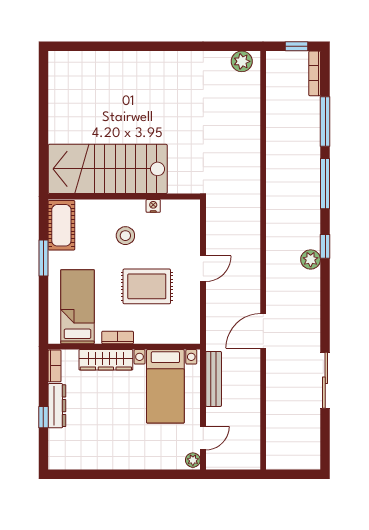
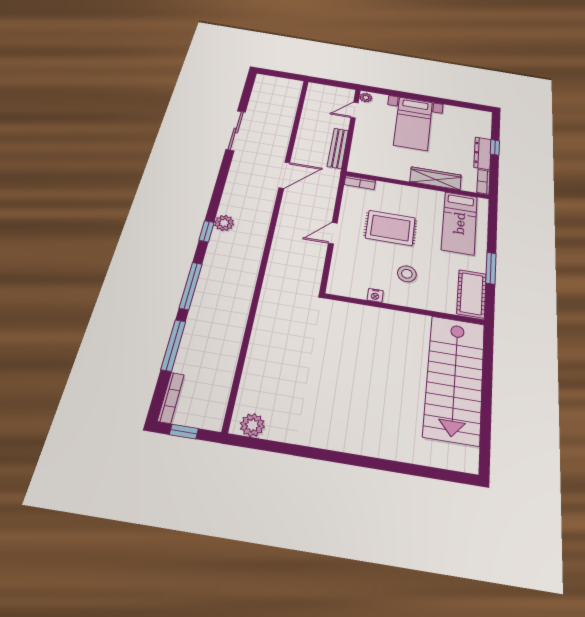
stairs: (108, 169) -> (455, 378), moved, turned 90
bookcase: (118, 337) -> (360, 183), moved
bed with nightstands: (165, 386) -> (413, 123), moved, turned 180

